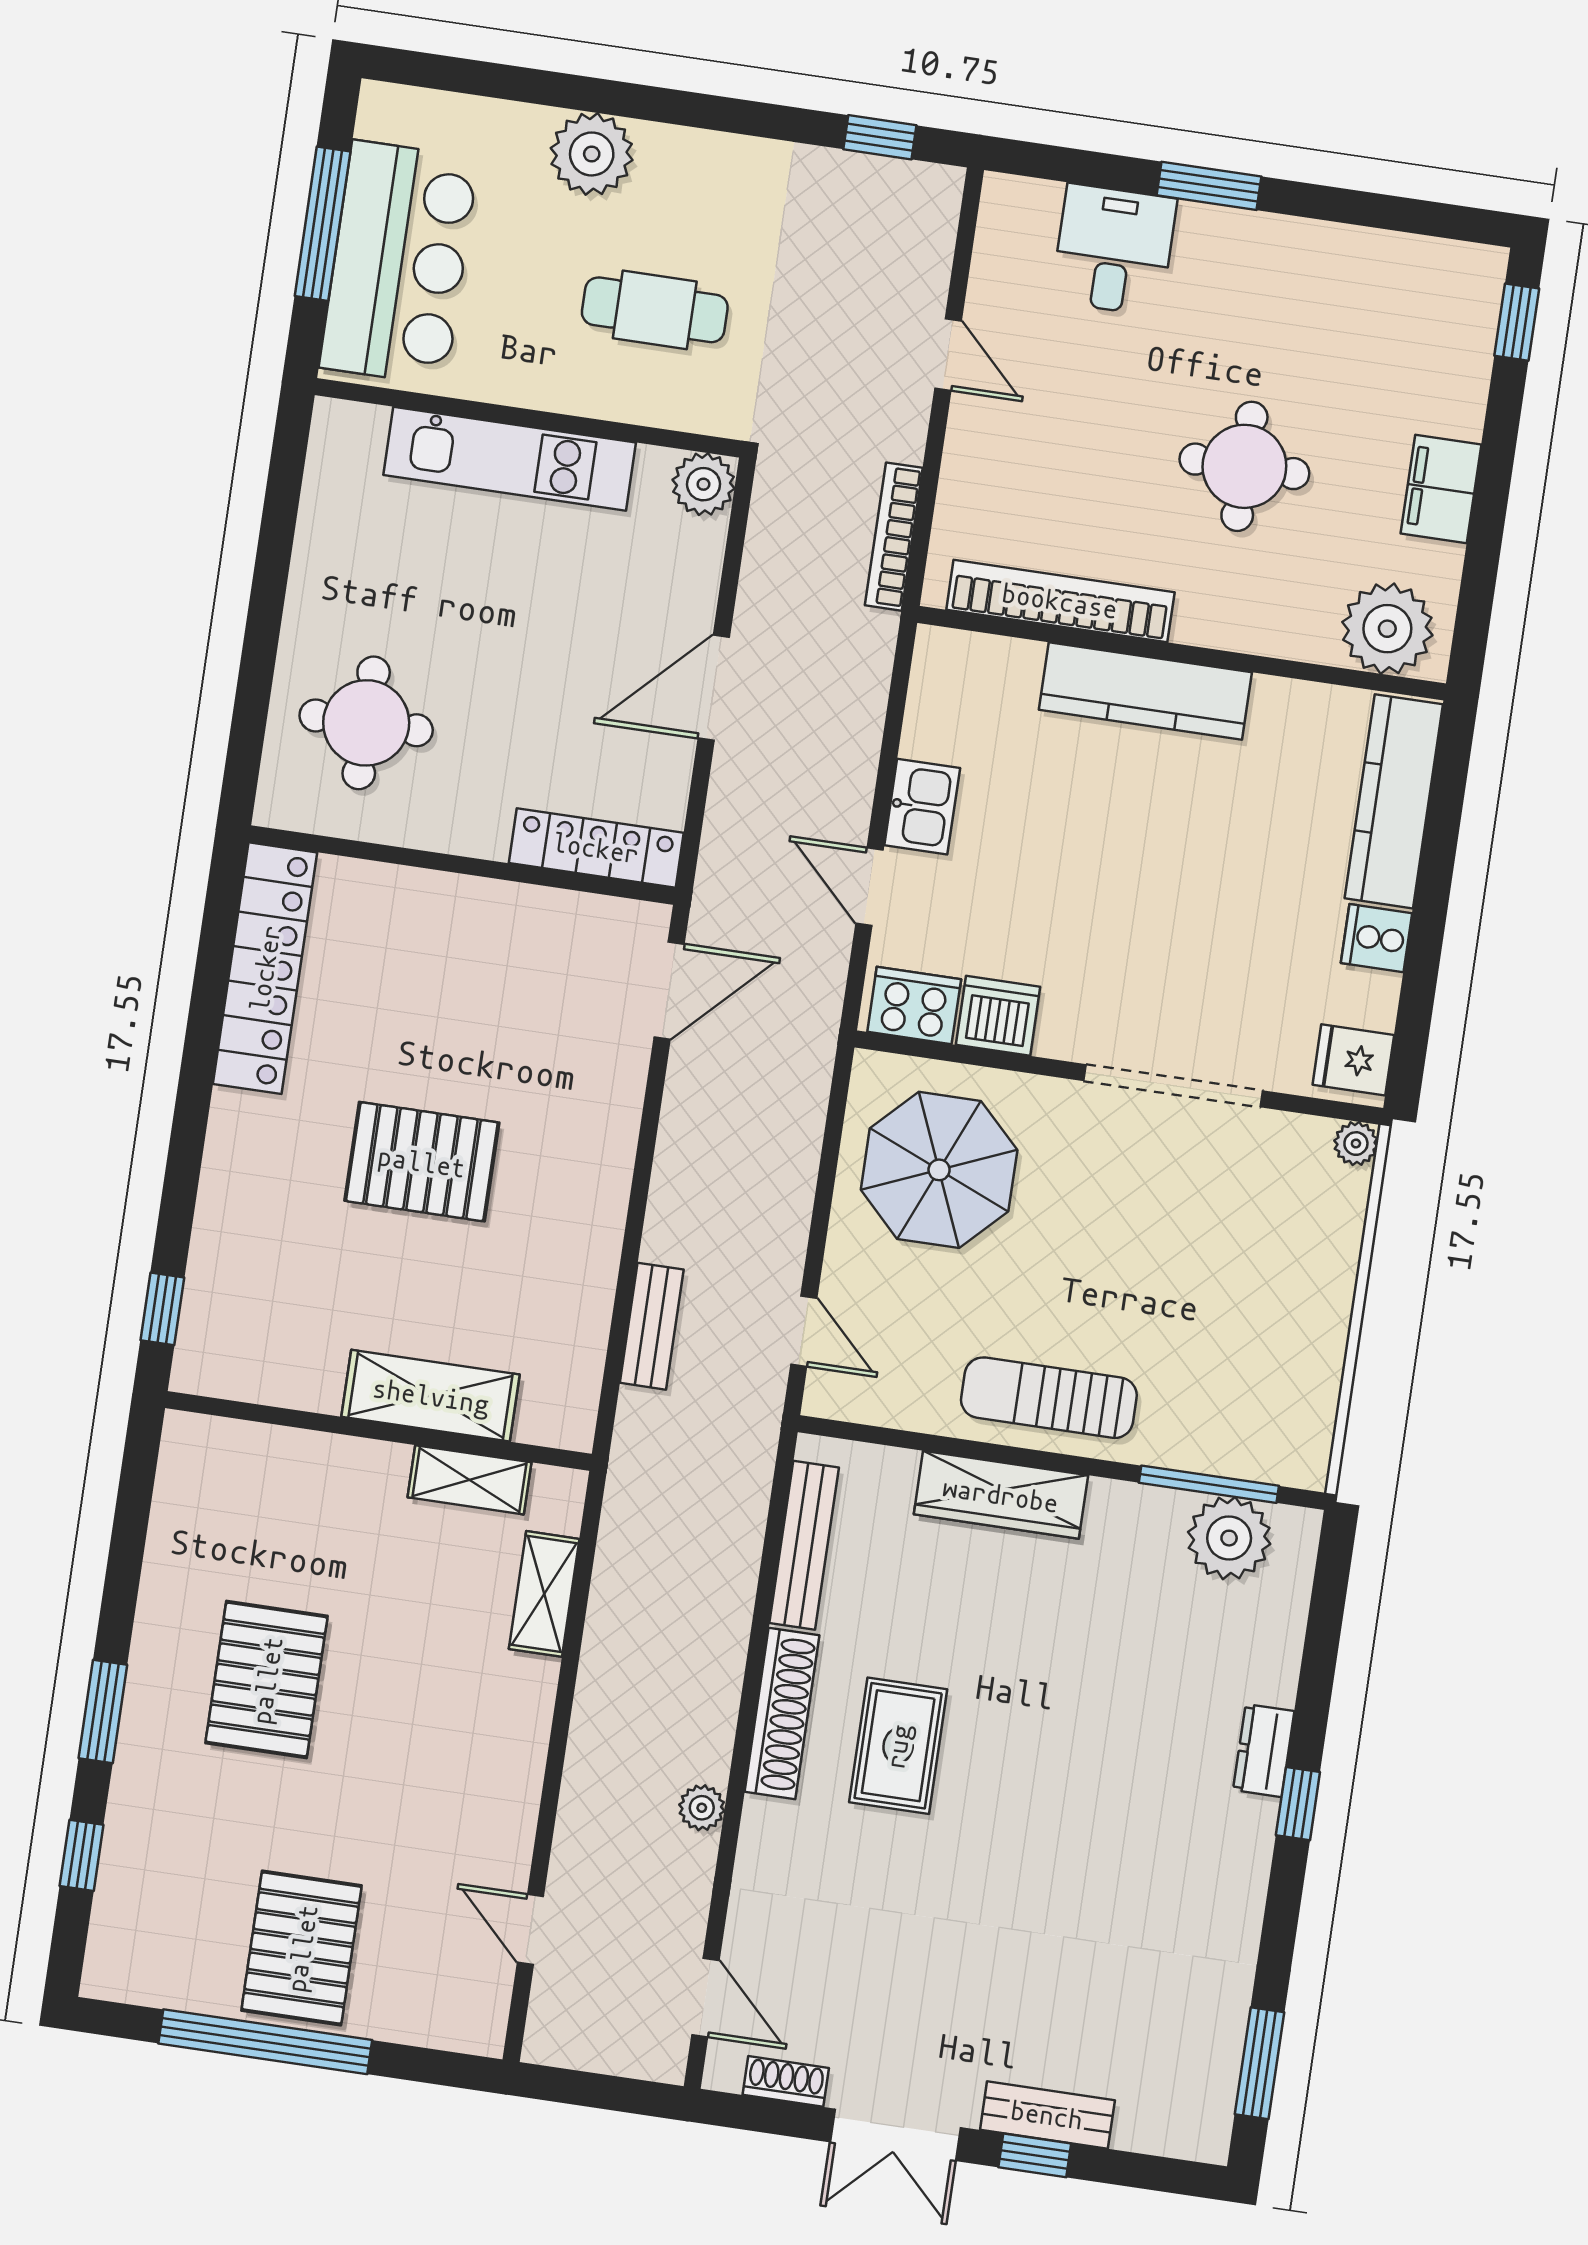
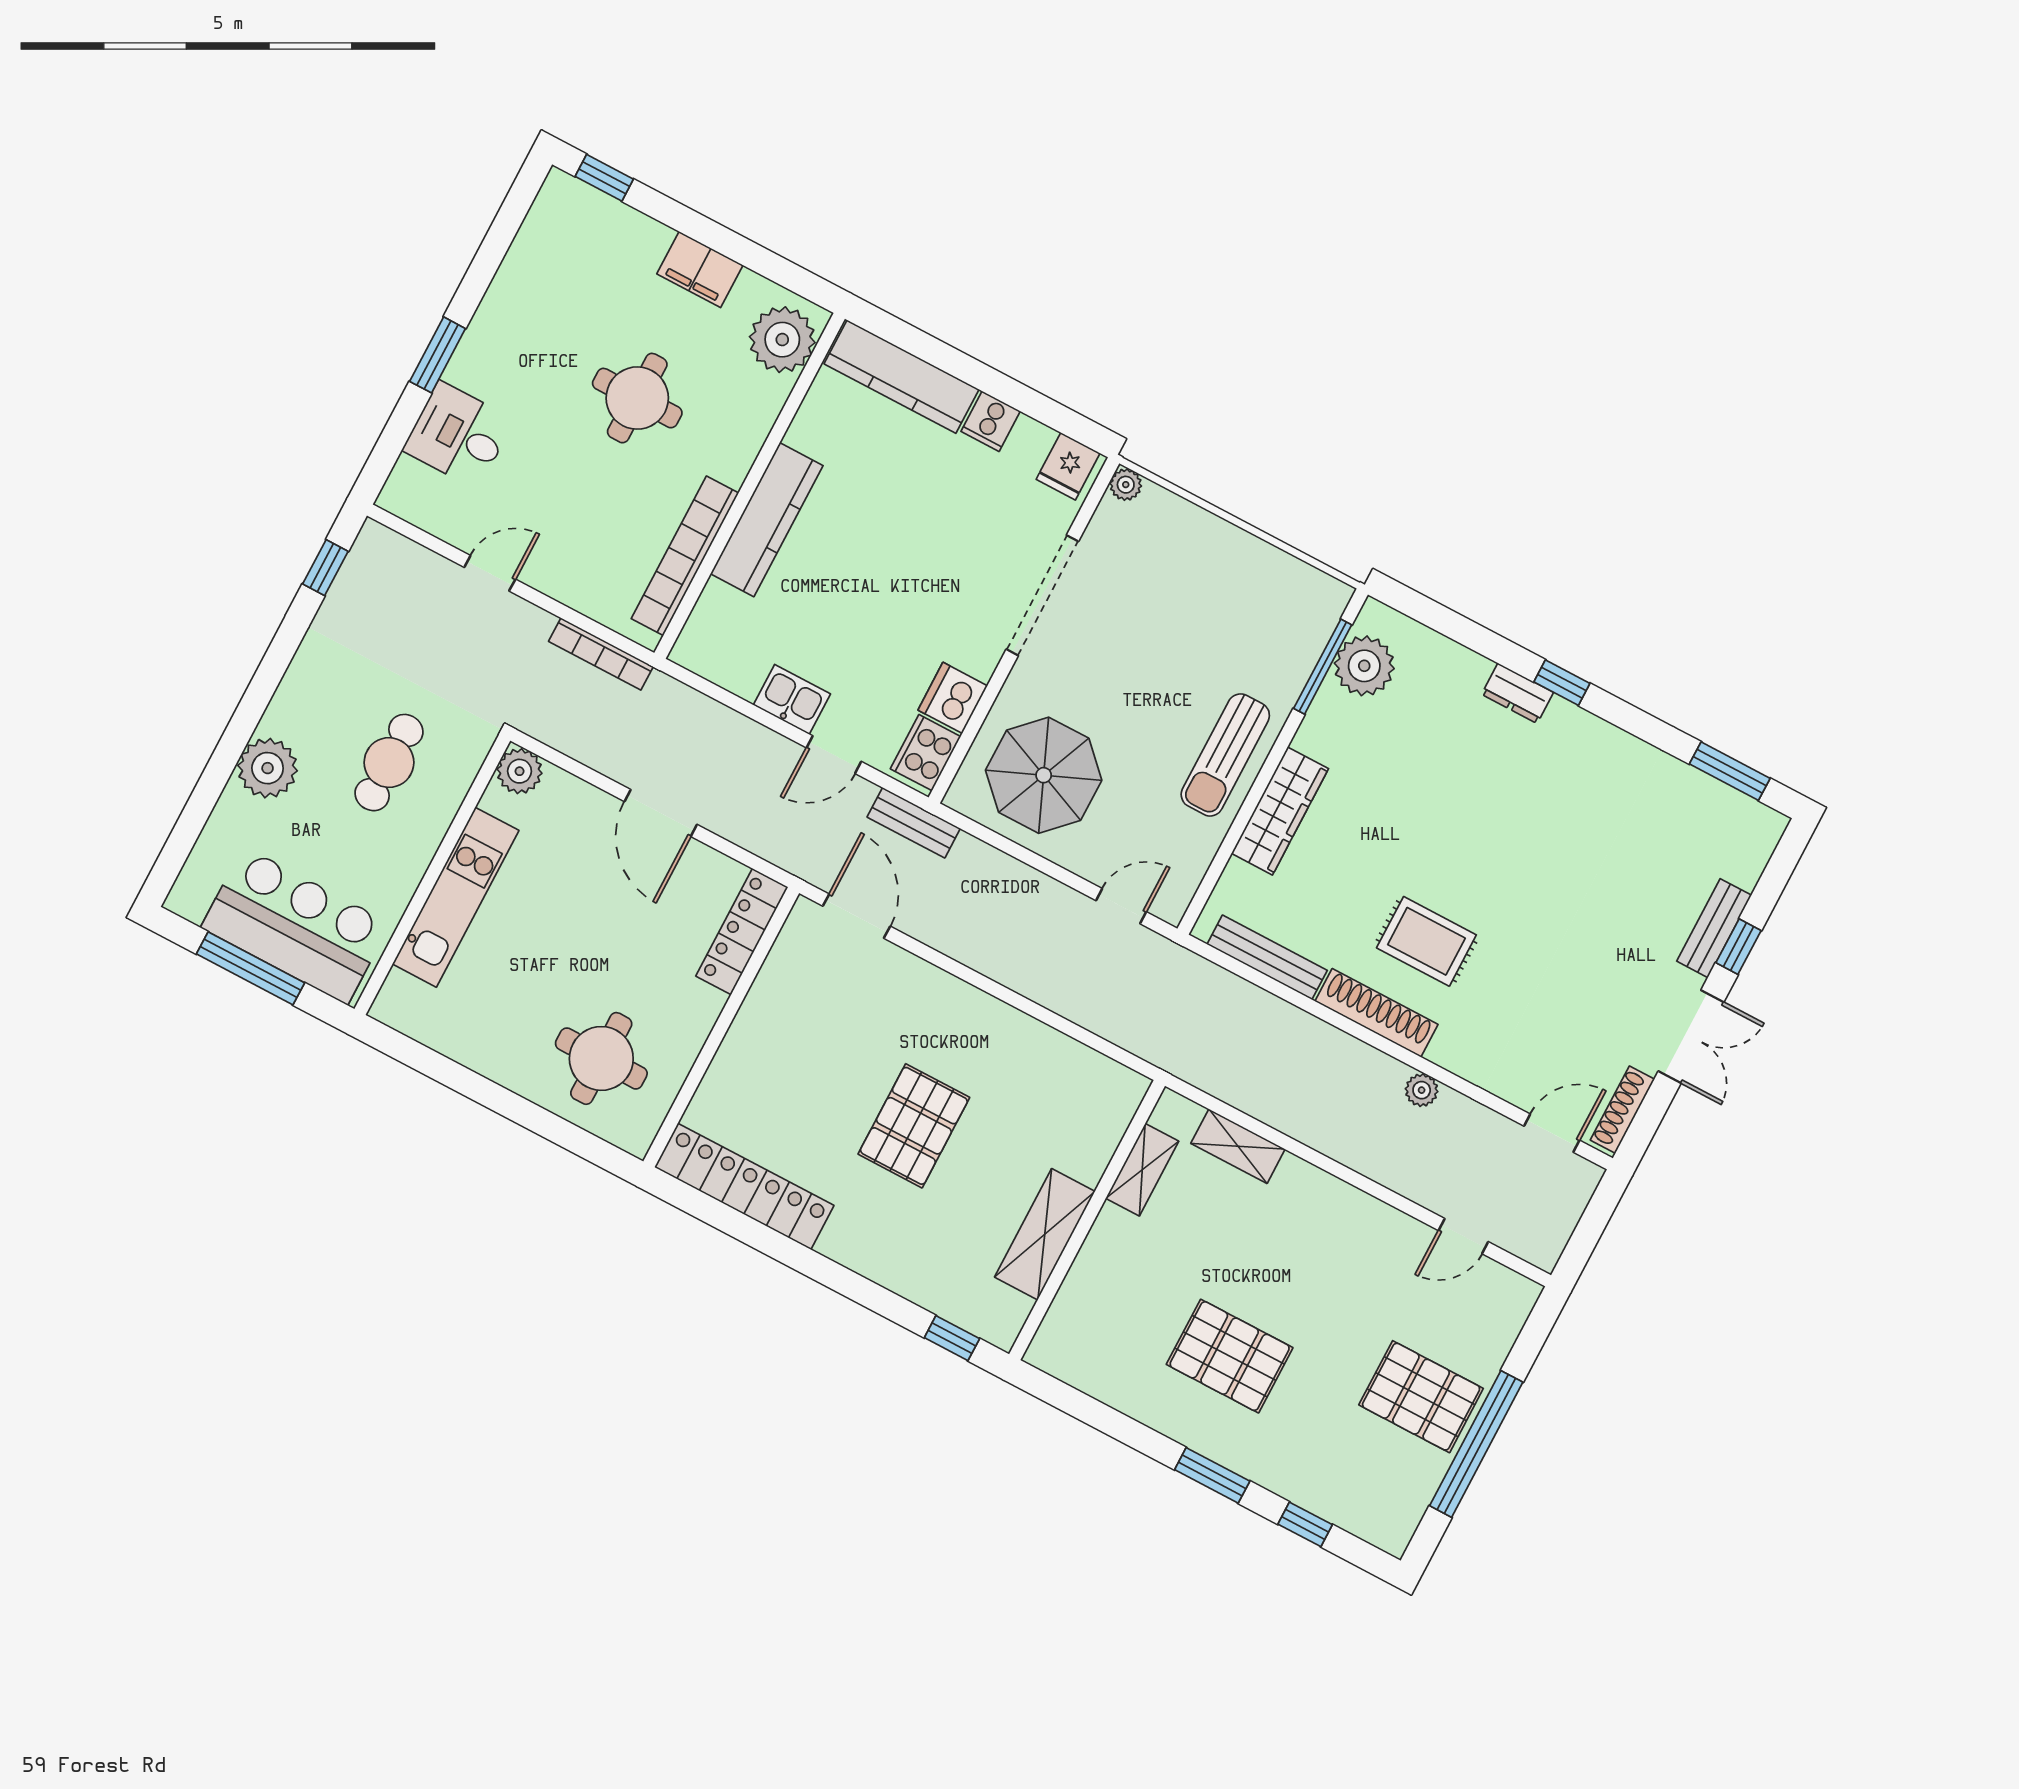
bench: (652, 1326) -> (914, 823), moved
shelving: (431, 1396) -> (1045, 1234), moved
shoe rack: (786, 2081) -> (1622, 1110), width x1.43

